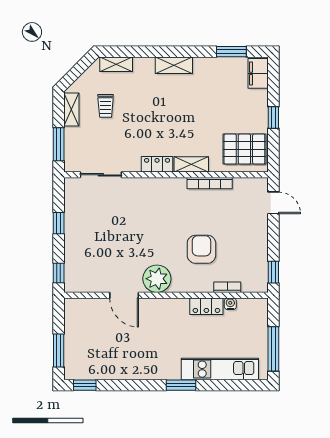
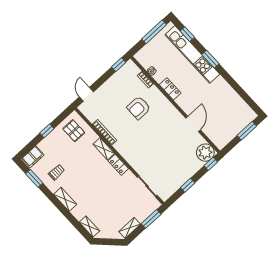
trolley: (106, 106) -> (56, 172), moved
pallet: (244, 149) -> (74, 131), width x0.67, depth x0.71
plant: (157, 279) -> (205, 153), moved
locker: (206, 306) -> (170, 89), moved
kitchen unit: (220, 369) -> (192, 54), width x1.36
window: (85, 385) -> (187, 34), moved

